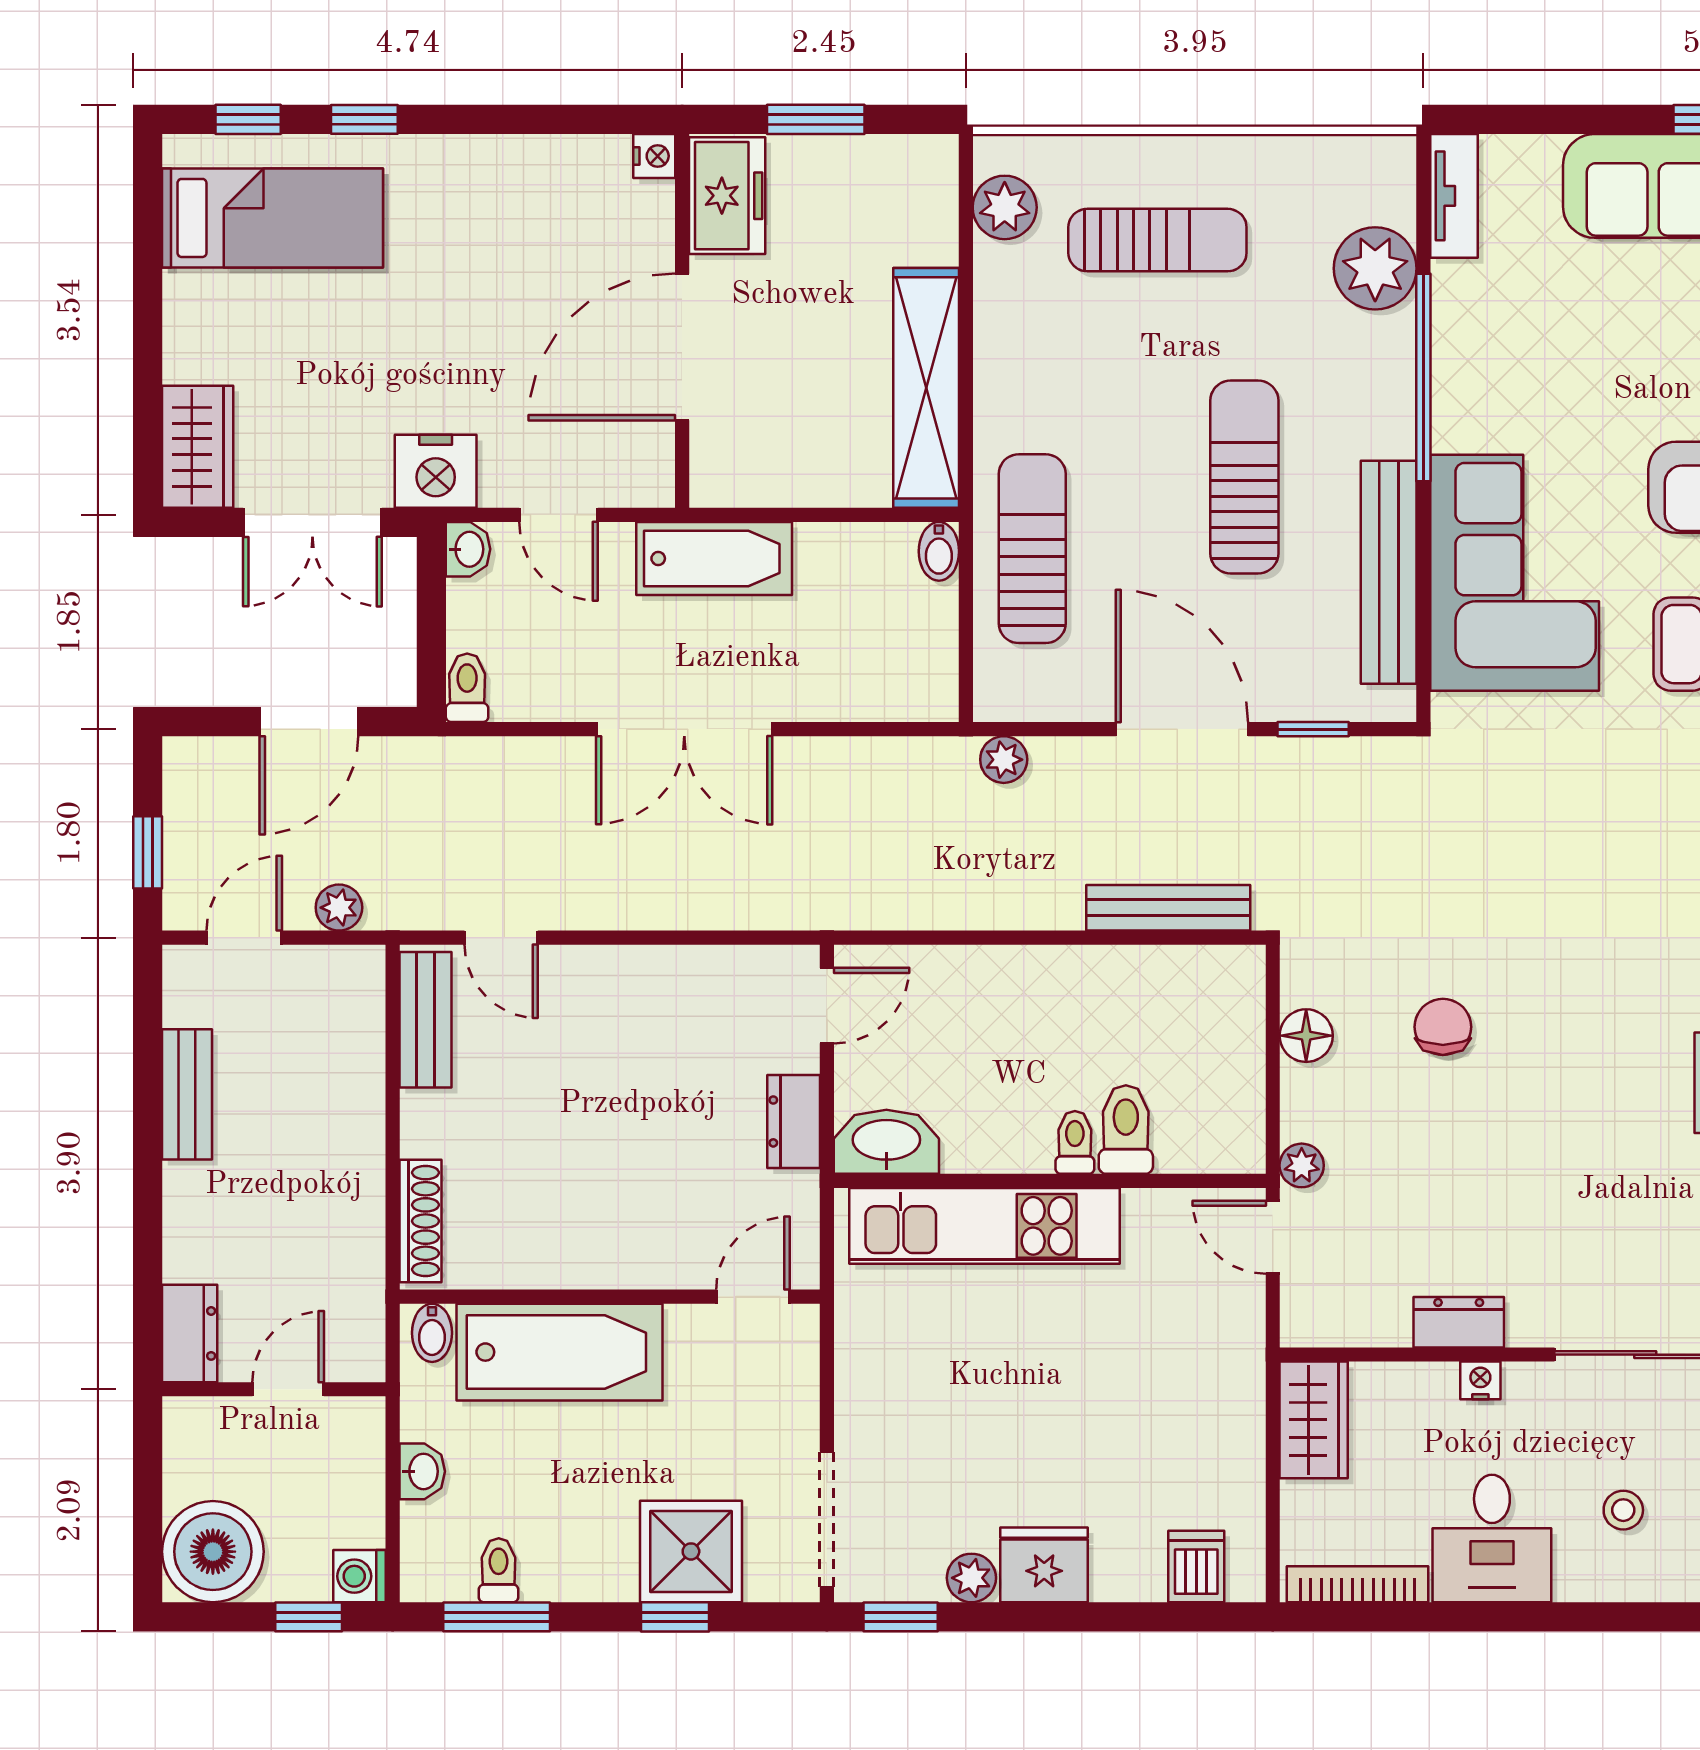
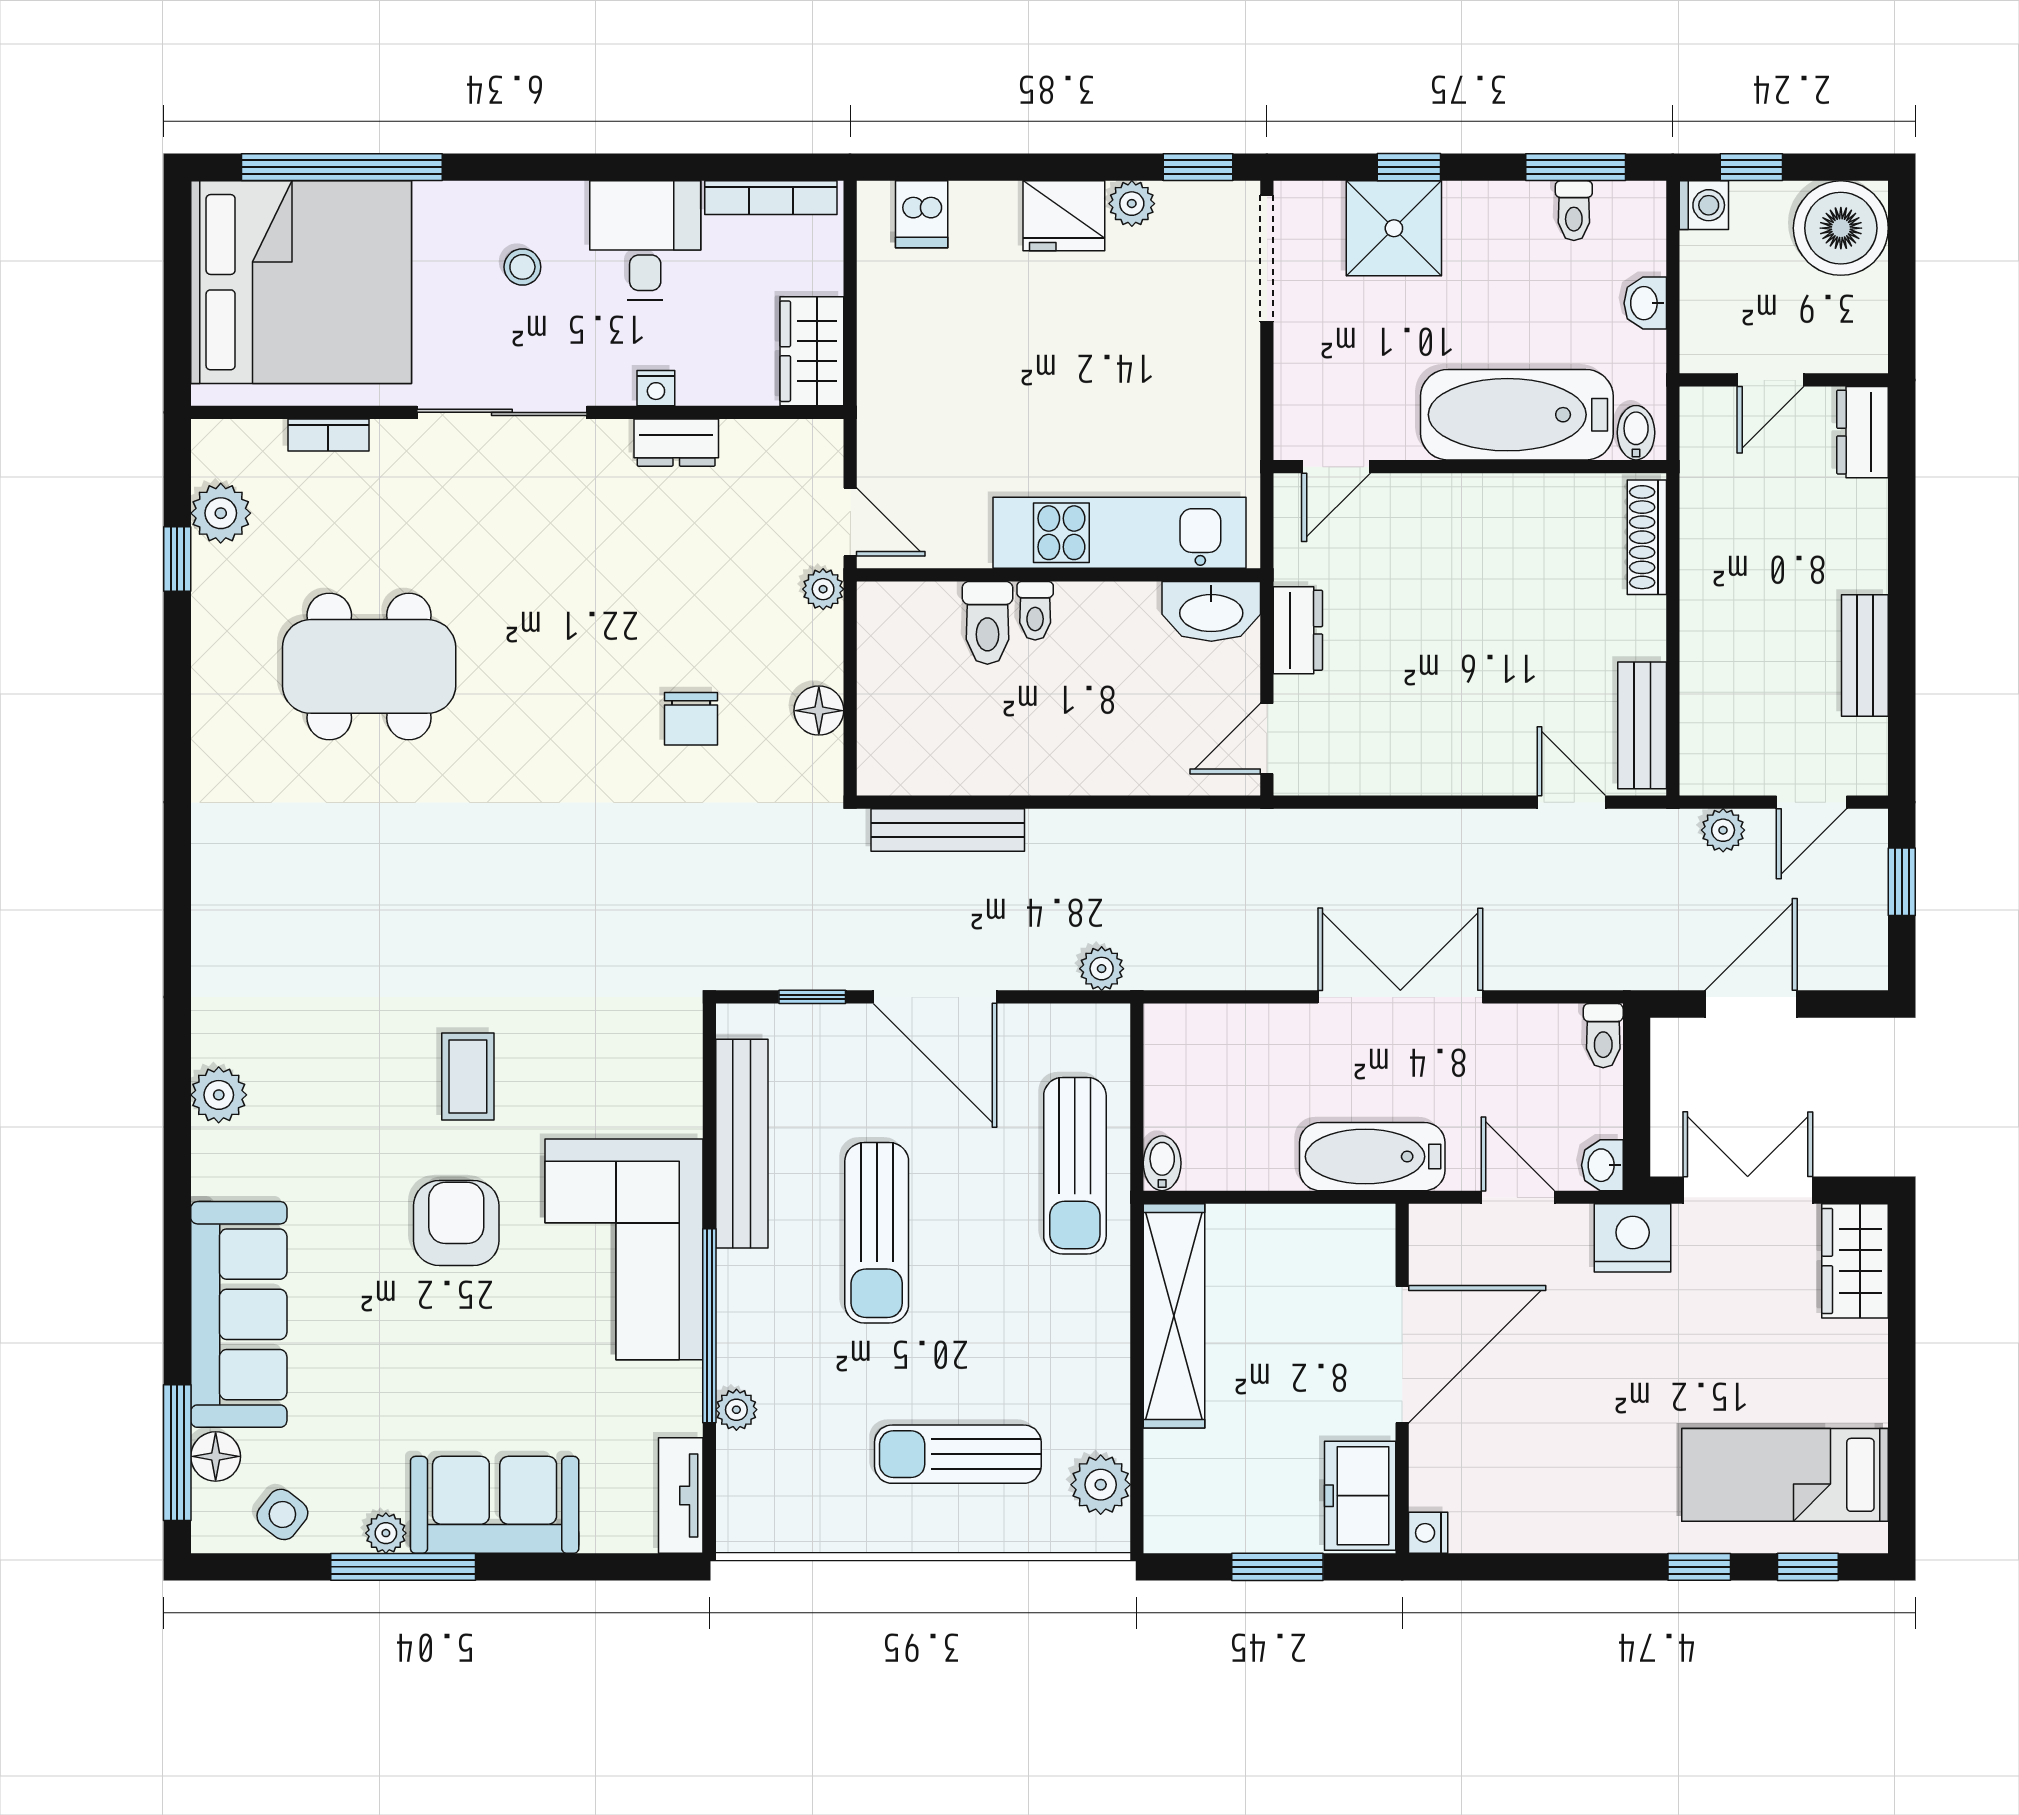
plant: (1375, 268) -> (736, 1410), width x0.53, depth x0.53
corner sofa: (1515, 573) -> (624, 1249), moved

